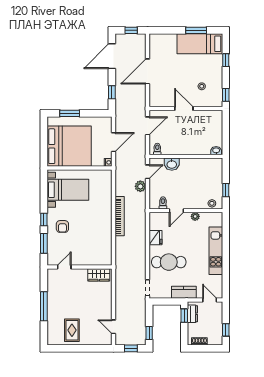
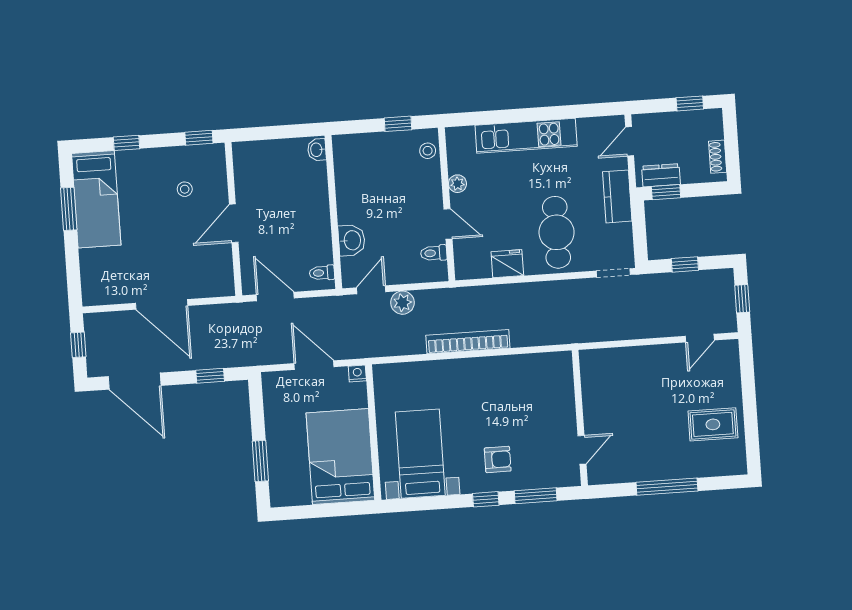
bed: (69, 146) -> (340, 457), width x0.73
door: (148, 172) -> (371, 290), hinge flipped
door: (64, 267) -> (582, 450), swing flipped
wardrobe: (99, 275) -> (594, 376), removed
window: (149, 333) -> (685, 264), moved

